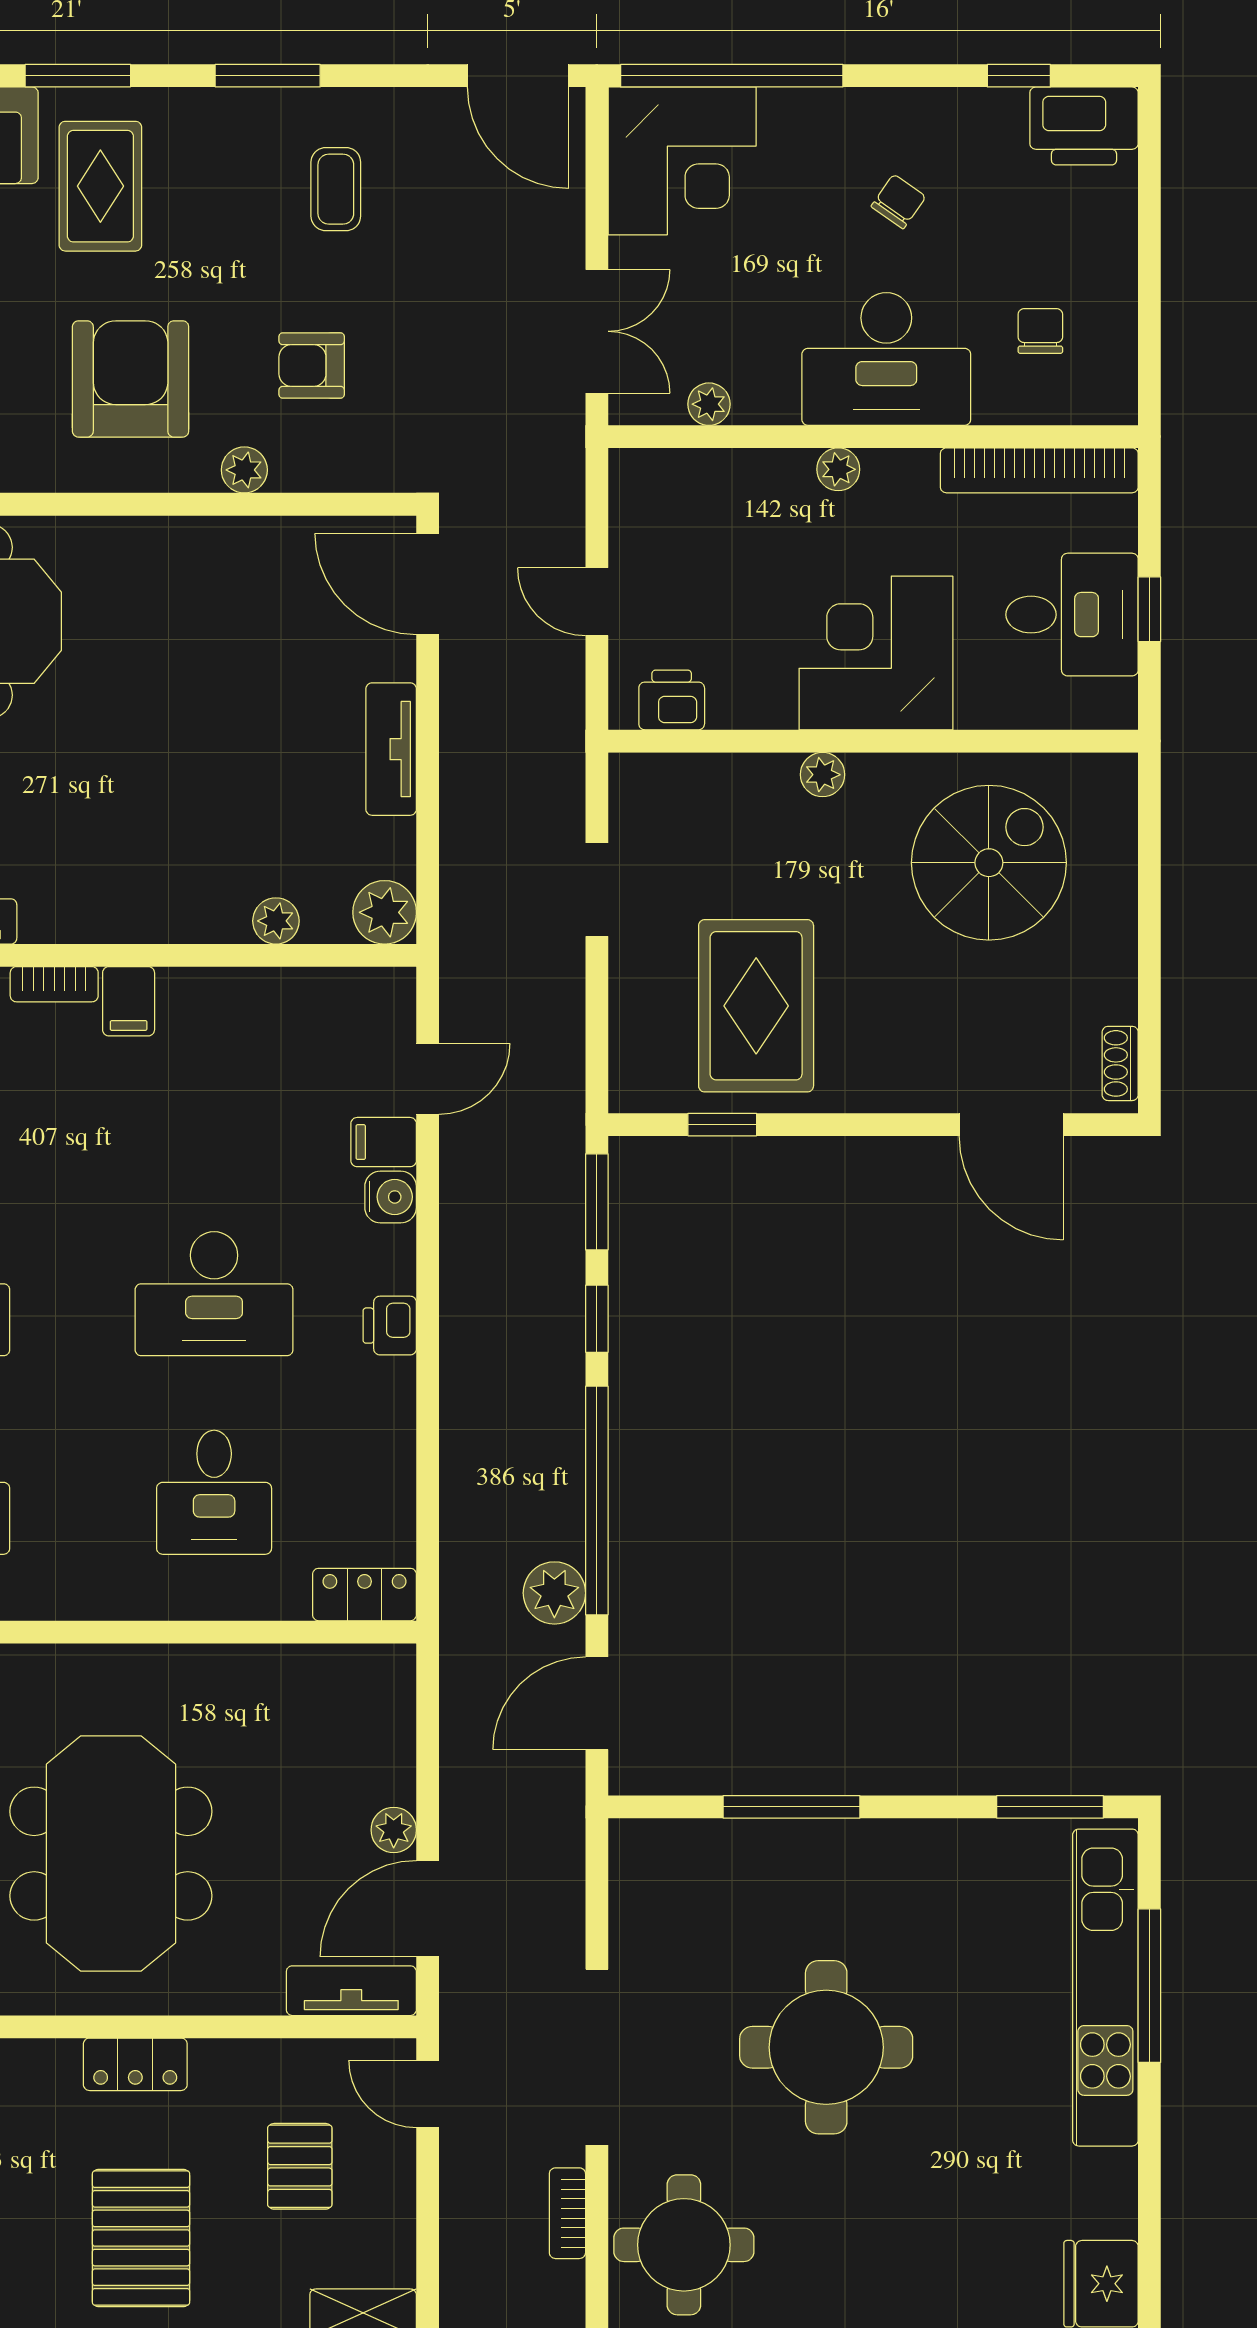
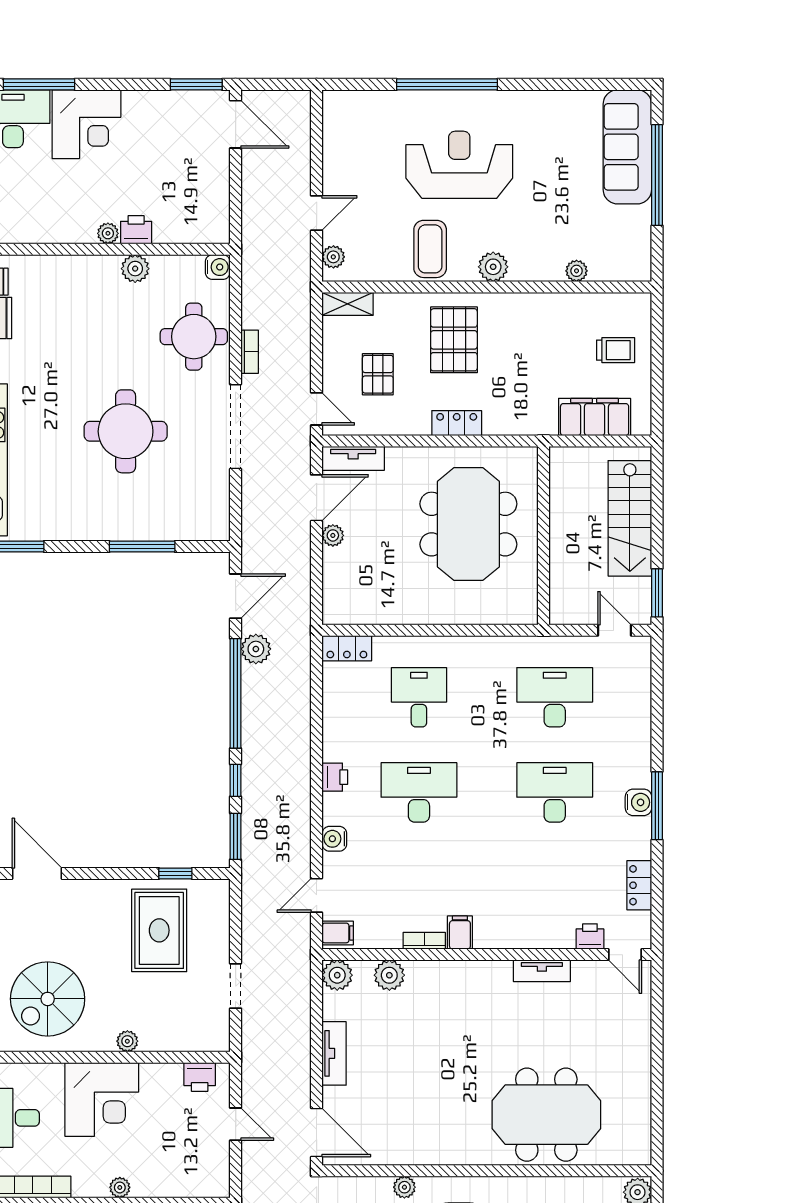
plant: (276, 921) -> (389, 975), width x1.38, depth x1.38
bookcase: (54, 984) -> (424, 941), moved
filing cabinet: (384, 1142) -> (338, 933), moved

